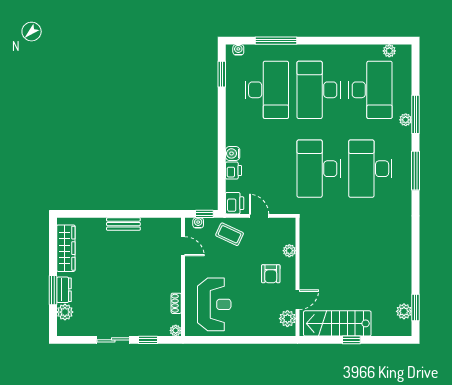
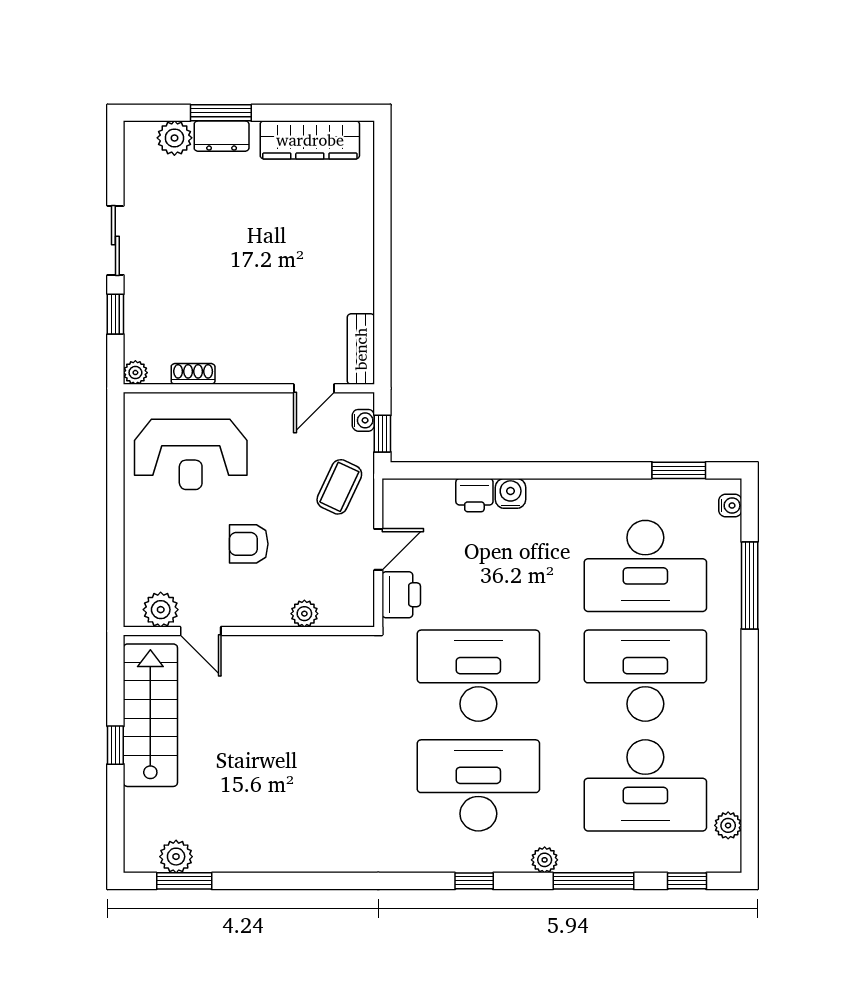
window: (416, 70) -> (687, 881), added
plant: (406, 120) -> (545, 860), moved
window: (416, 171) -> (474, 881), width x0.46
printer: (235, 203) -> (401, 595), moved, turned -90
bench: (123, 224) -> (361, 349), moved
armchair: (271, 274) -> (249, 544), moved

